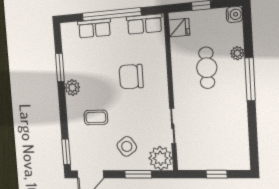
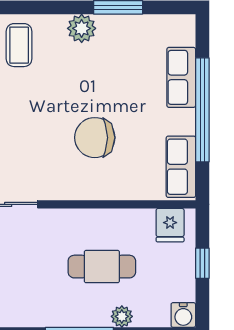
chair: (131, 77) -> (95, 138), turned -90
coffee table: (96, 117) -> (19, 45), moved

